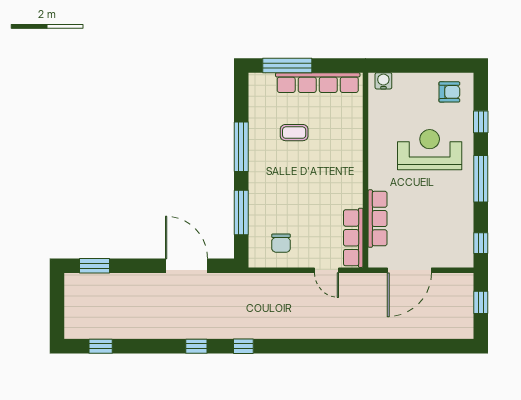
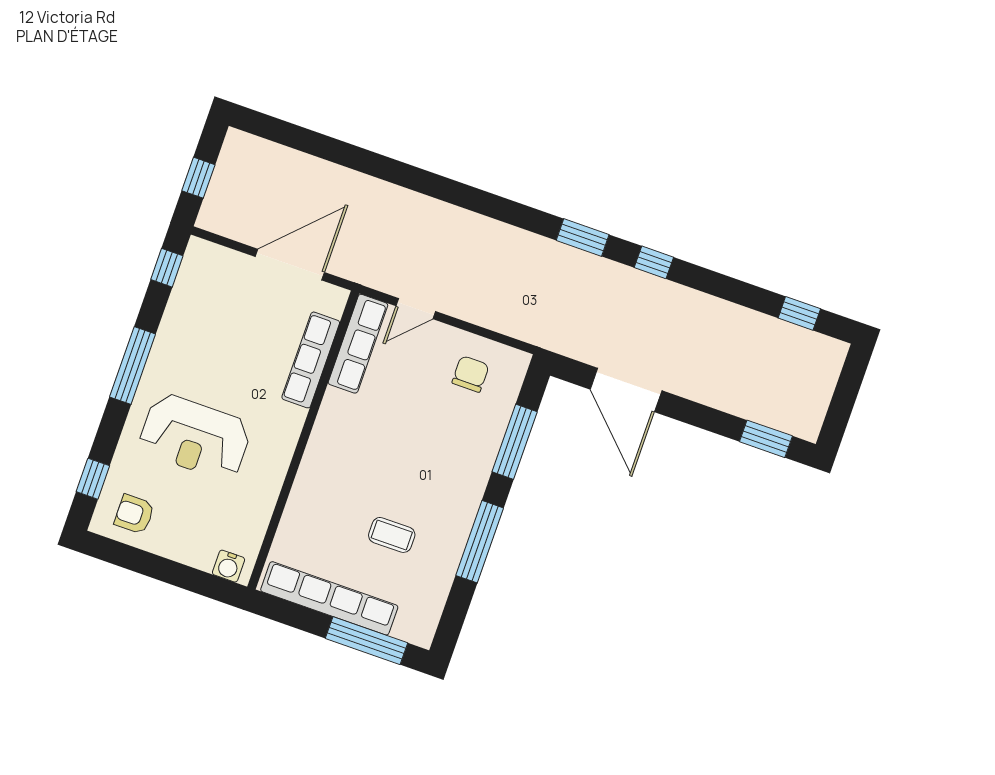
window: (481, 122) -> (93, 479), moved
door: (327, 270) -> (416, 309), swing flipped
window: (243, 346) -> (583, 237), width x1.50

